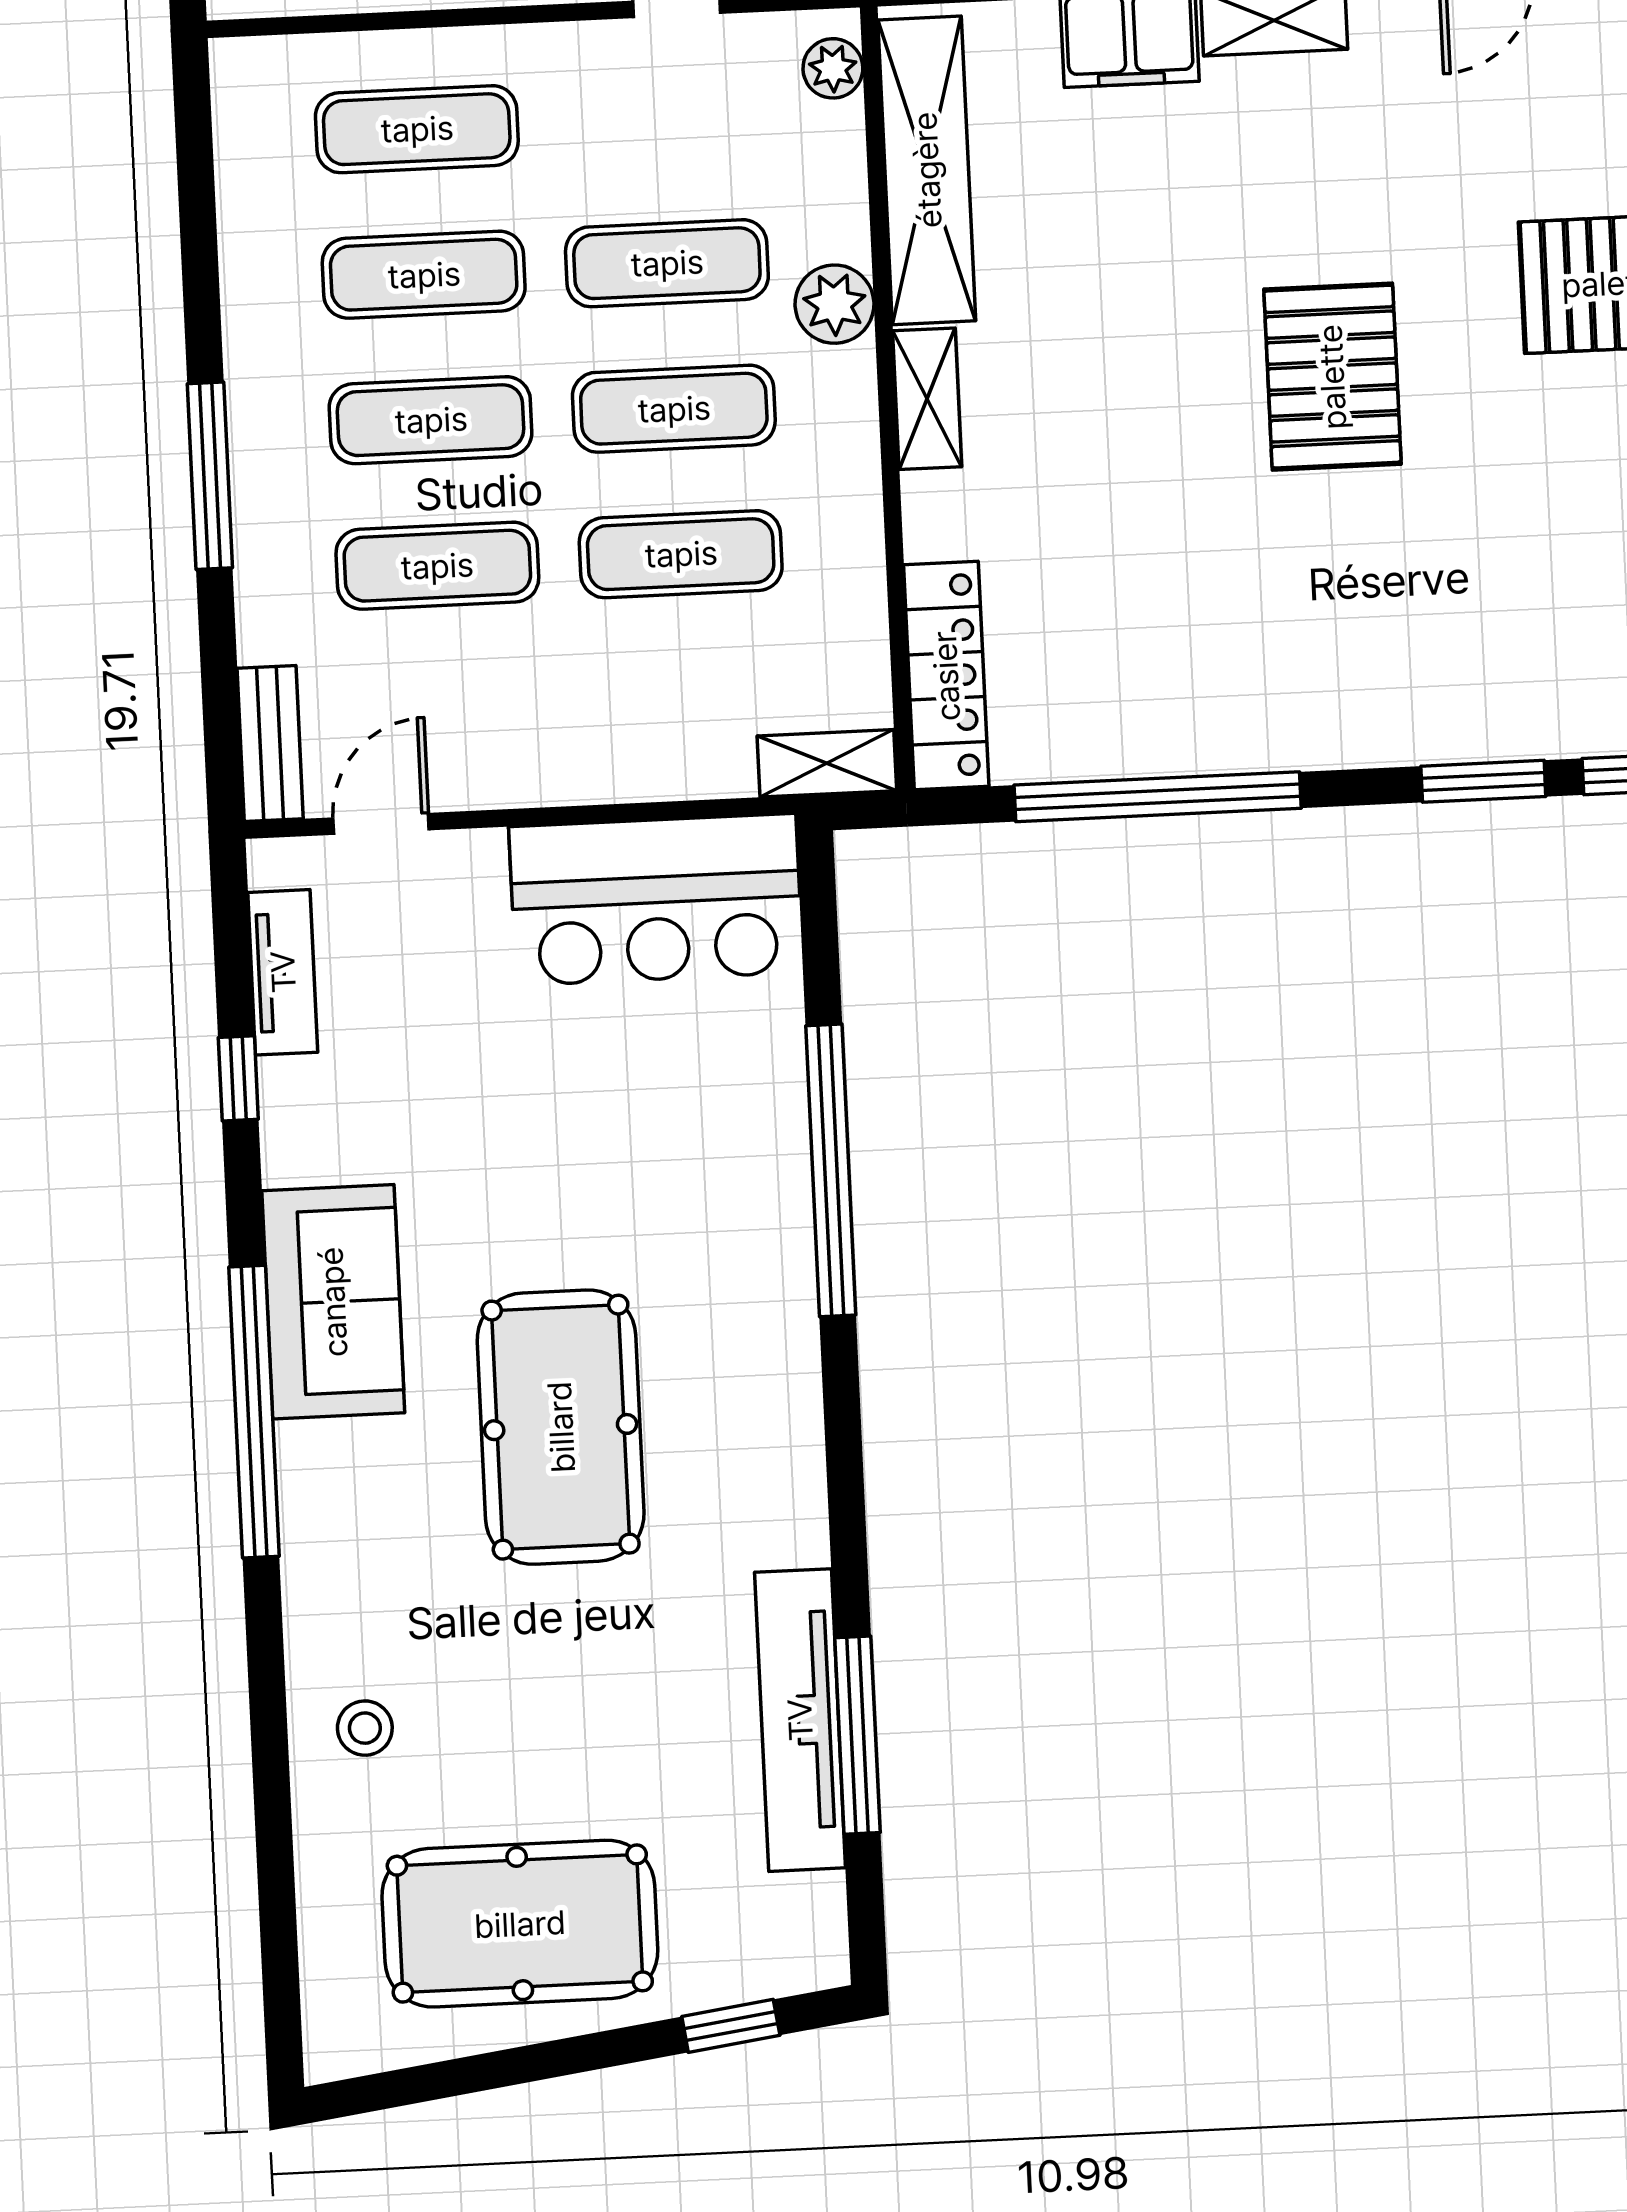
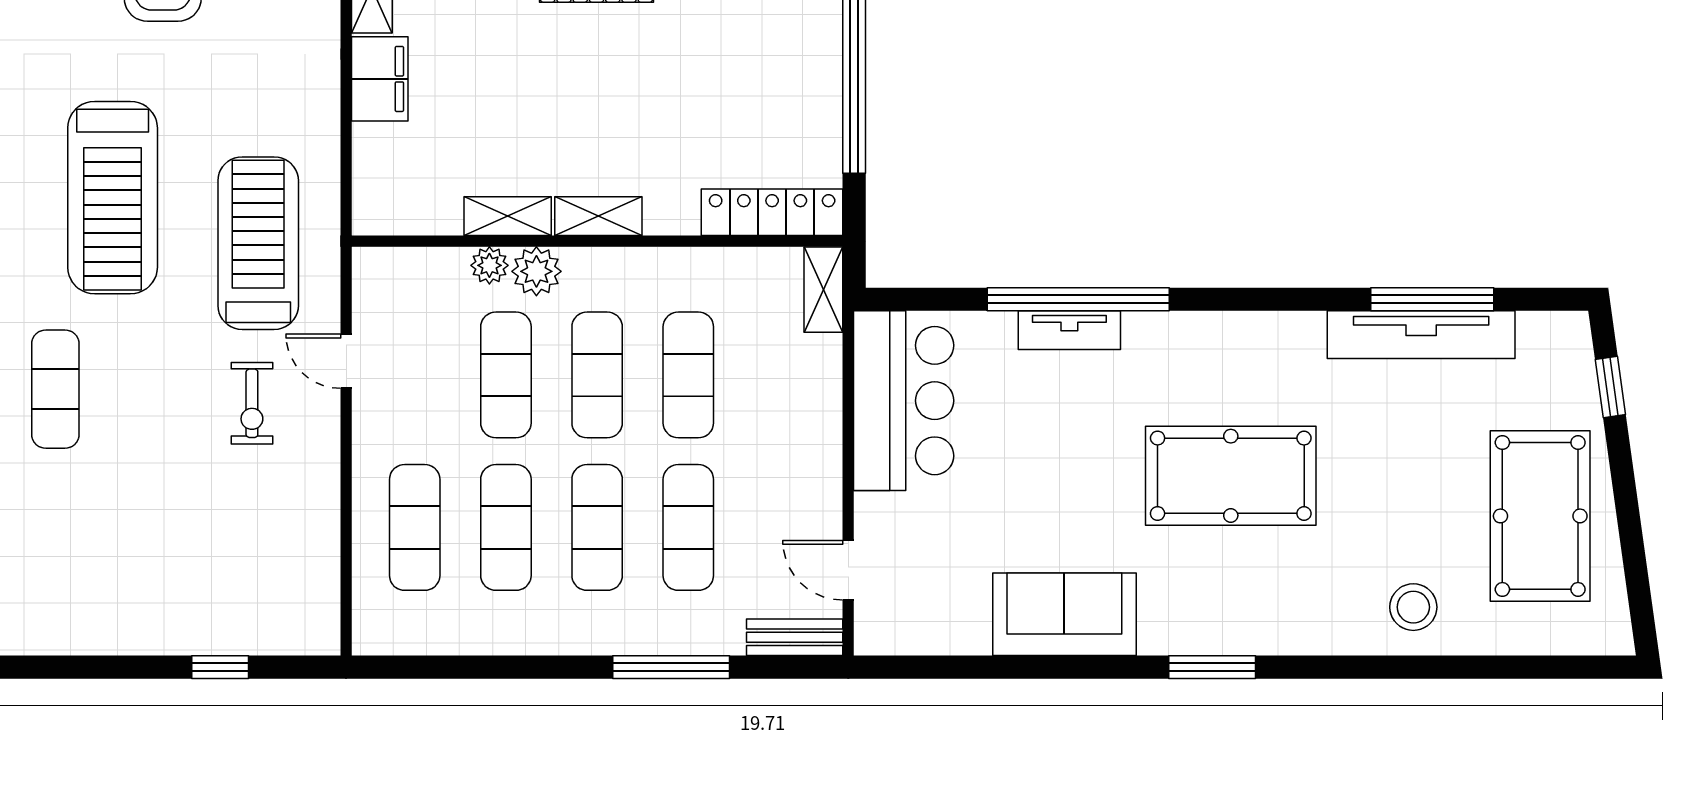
plant: (833, 68) -> (489, 265), moved
shelving: (927, 170) -> (508, 216), width x0.45, depth x0.75
window: (210, 476) -> (671, 667), moved
tv unit: (283, 972) -> (1069, 330), moved, turned 180
window: (238, 1078) -> (1003, 667), removed
sofa: (333, 1302) -> (1064, 614), moved
window: (254, 1412) -> (1212, 667), width x0.47
stool: (365, 1728) -> (1413, 607), width x1.37, depth x1.37

